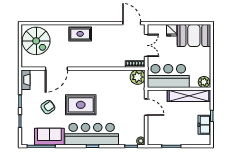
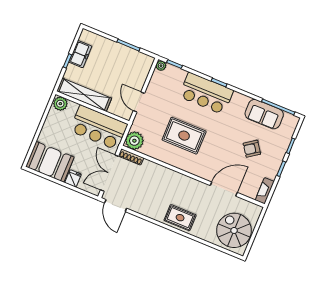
double door: (146, 45) -> (110, 173), width x1.37
rug: (81, 105) -> (184, 136), moved
bar counter: (92, 134) -> (206, 93), width x0.73

